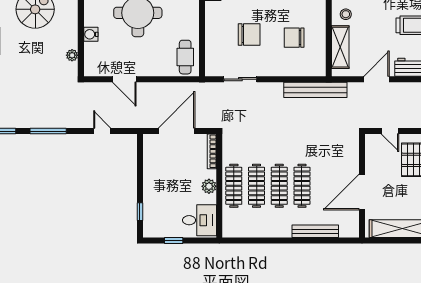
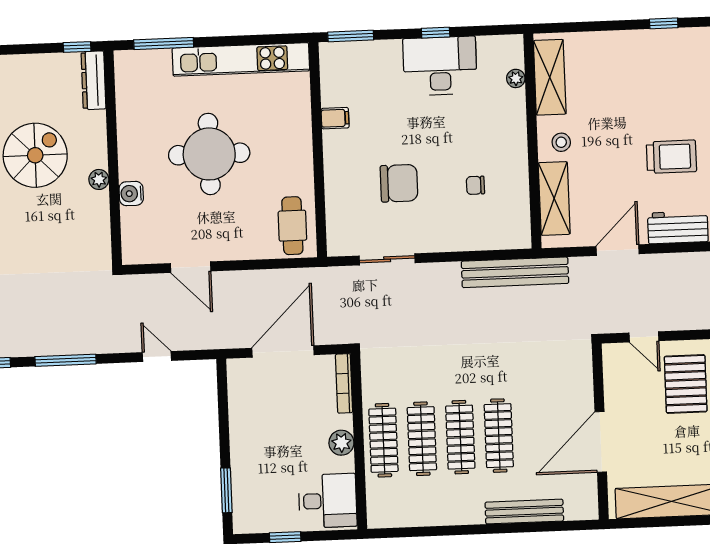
chair: (294, 38) -> (475, 185), width x0.54, depth x0.54
plant: (72, 55) -> (99, 179), moved
window: (140, 212) -> (226, 490), width x1.50

